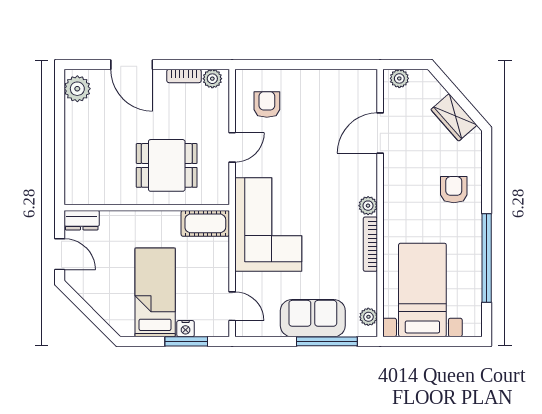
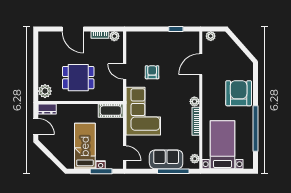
window: (332, 65) -> (176, 29), added
plant: (77, 89) -> (45, 91), moved
armchair: (267, 104) -> (152, 72), moved
wardrobe: (454, 117) -> (239, 56), removed
door: (232, 147) -> (125, 71), swing flipped
dining table: (167, 165) -> (78, 78), moved
armchair: (454, 190) -> (239, 93), width x1.88, depth x1.88

